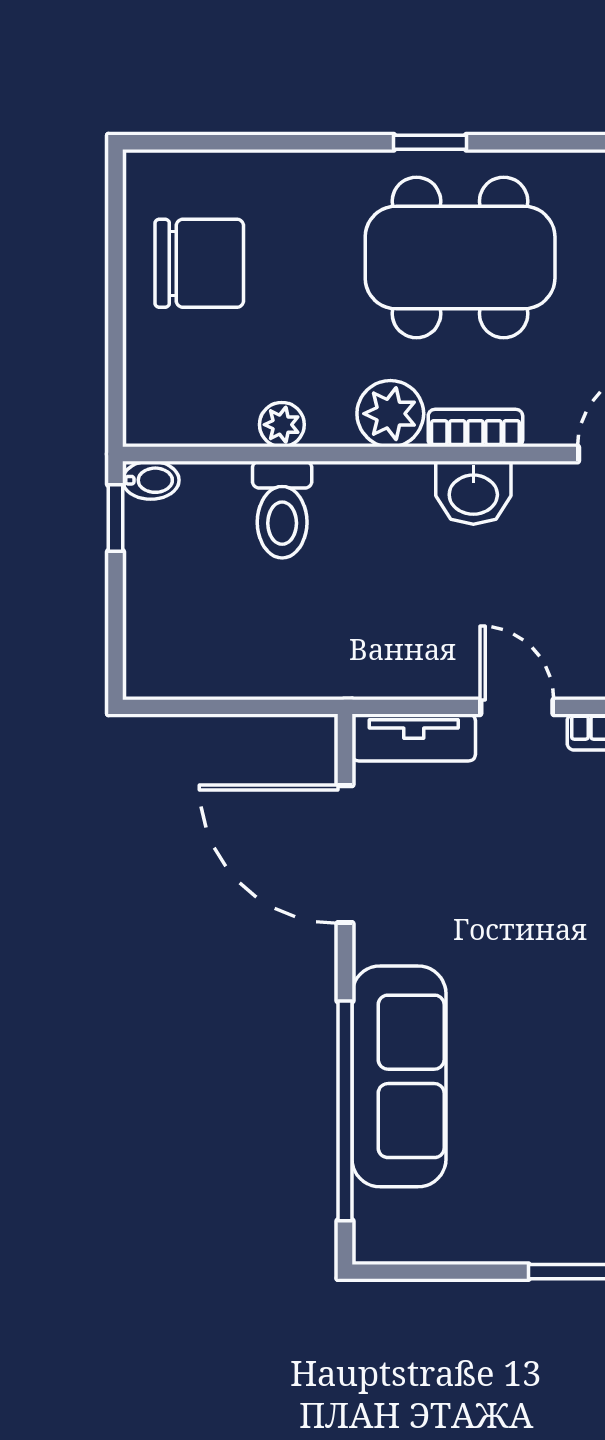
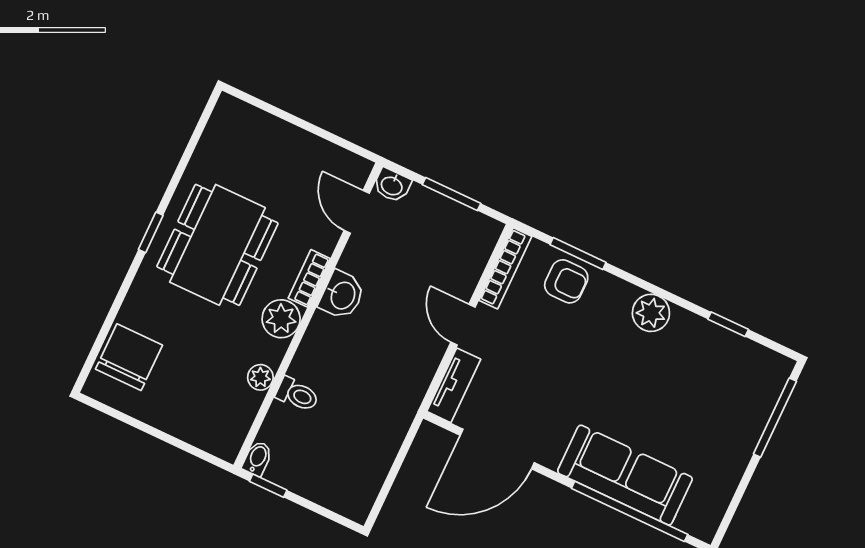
chair: (199, 263) -> (129, 357), moved
toilet: (282, 510) -> (297, 394), width x0.73, depth x0.72
door: (517, 707) -> (463, 325), hinge flipped

